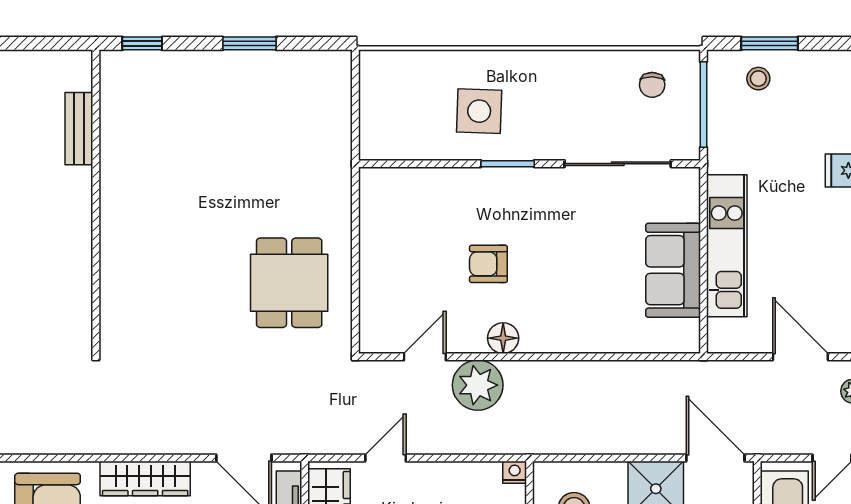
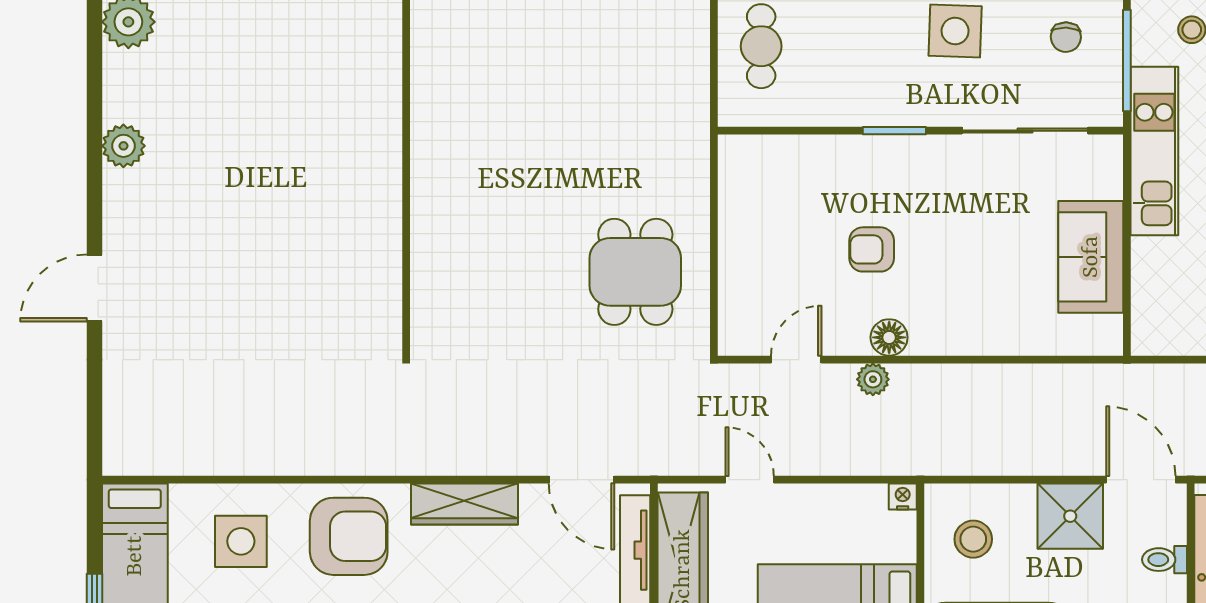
cafe table: (395, 92) -> (761, 46), added
side table: (479, 111) -> (955, 31), moved
bench: (79, 129) -> (386, 89), removed
kitchen unit: (727, 246) -> (1154, 151), moved
plant: (478, 385) -> (873, 379), width x0.53, depth x0.53
door: (386, 458) -> (750, 480), hinge flipped

